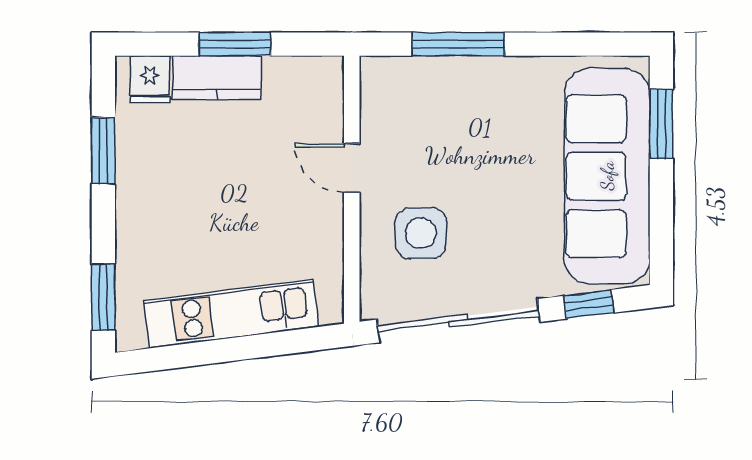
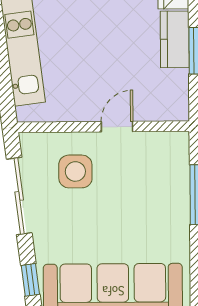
sliding door: (458, 321) -> (19, 196), width x0.73

